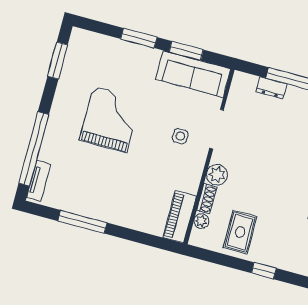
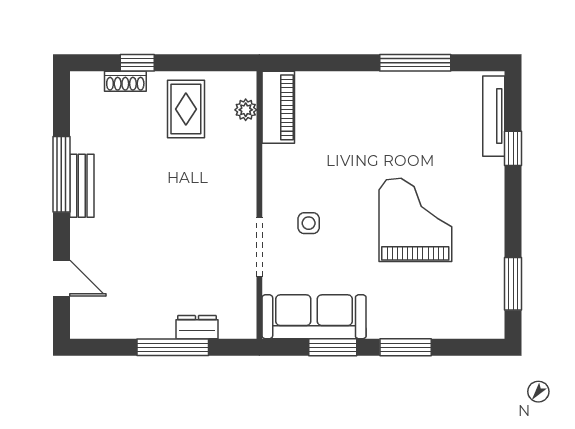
grand piano: (110, 119) -> (415, 220), turned 180
window: (34, 149) -> (513, 148), width x0.32
plant: (217, 175) -> (241, 182), removed
tv unit: (39, 181) -> (494, 116), width x1.41
shoe rack: (207, 199) -> (125, 81), moved, turned -90

